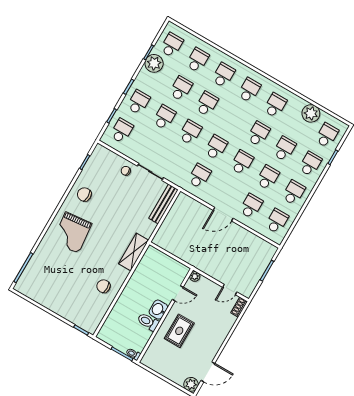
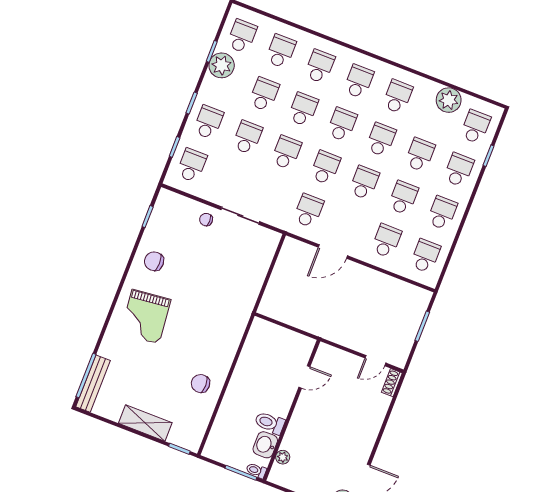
school desk: (233, 119) -> (342, 125), added
bench: (163, 204) -> (93, 384), moved
door: (223, 214) -> (333, 252), moved
shelving: (134, 252) -> (145, 423), moved, turned 90
plant: (195, 276) -> (283, 457), moved
washbasin: (158, 310) -> (265, 445), moved
rug: (179, 331) -> (315, 428), removed

